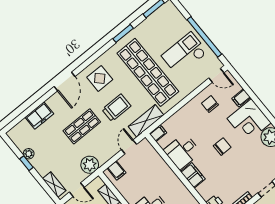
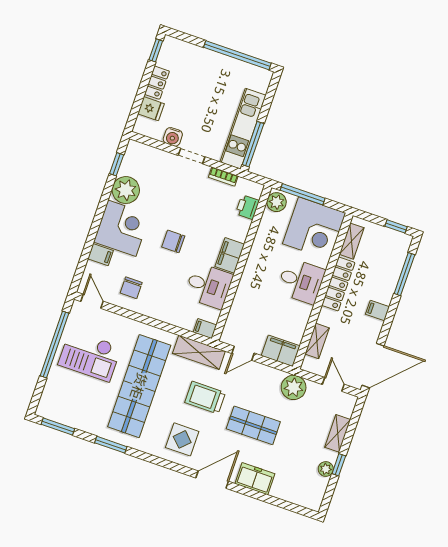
freezer: (39, 116) -> (255, 479), moved
filing cabinet: (117, 170) -> (281, 351), width x2.00
shelving: (54, 185) -> (338, 433), moved

